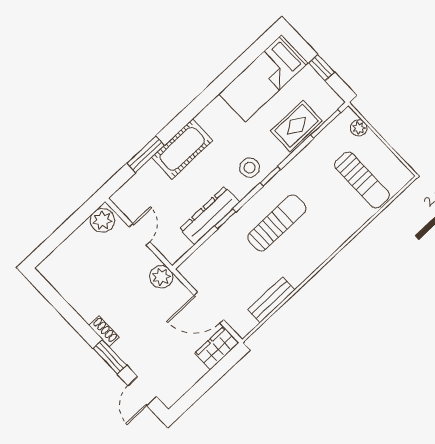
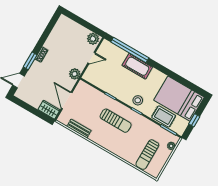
bed: (263, 78) -> (179, 99), width x1.50
window: (146, 154) -> (130, 50), width x2.11
dresser: (210, 215) -> (110, 88), removed

